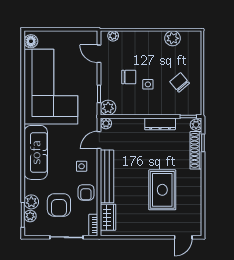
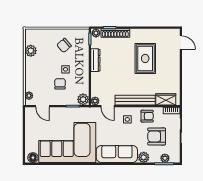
door: (99, 54) -> (42, 106), hinge flipped
rug: (162, 190) -> (145, 58), turned 90
plant: (31, 202) -> (144, 157), moved
armchair: (59, 205) -> (157, 136), turned 180

